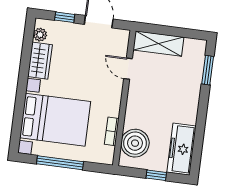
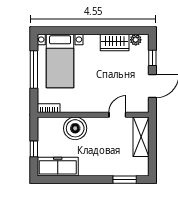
bed with nightstands: (55, 120) -> (60, 61), width x0.73
bookcase: (112, 131) -> (49, 108), moved
boiler: (135, 143) -> (75, 128), moved

